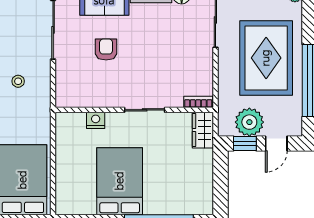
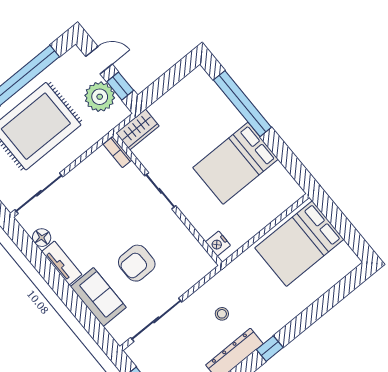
armchair: (106, 50) -> (137, 263), width x1.38, depth x1.38
nightstand: (96, 120) -> (218, 244), moved

